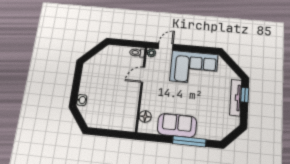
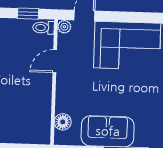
window: (127, 43) -> (28, 14), added

